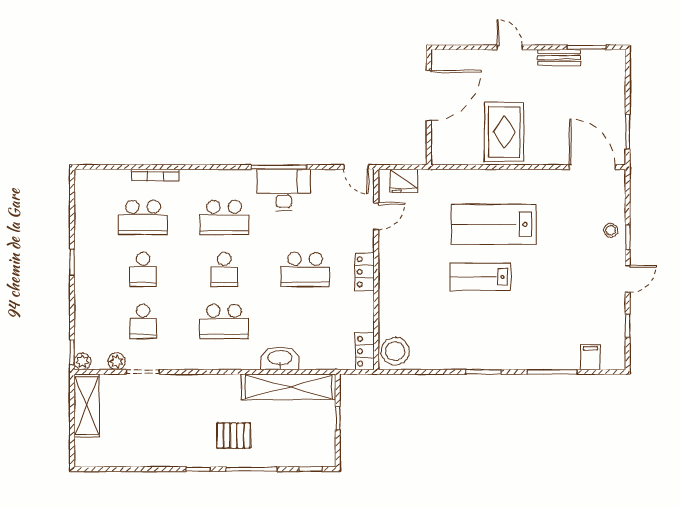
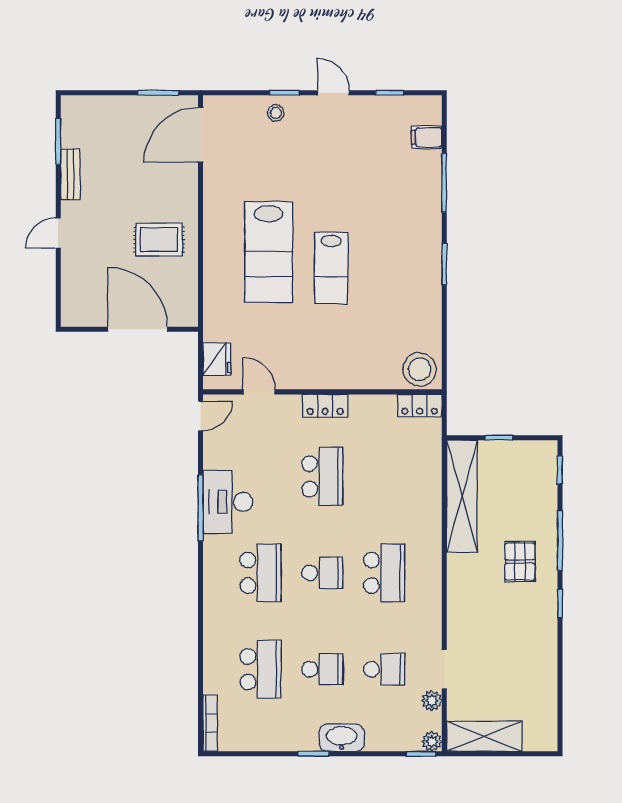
door: (429, 95) -> (137, 329), moved
rug: (504, 132) -> (159, 240), width x0.73, depth x0.70
bookcase: (155, 175) -> (210, 723), moved
washbasin: (280, 358) -> (342, 738), moved, turned 90

